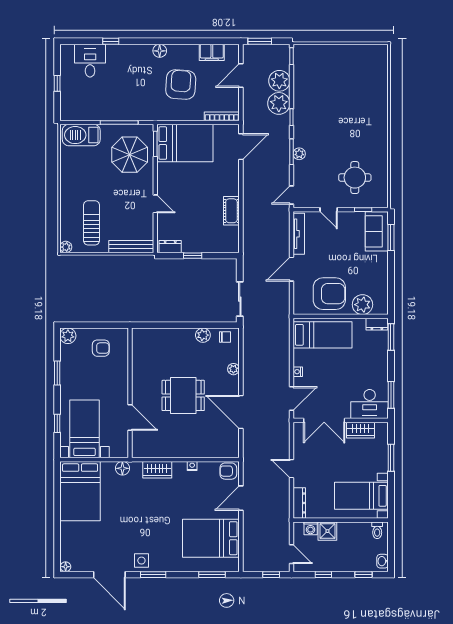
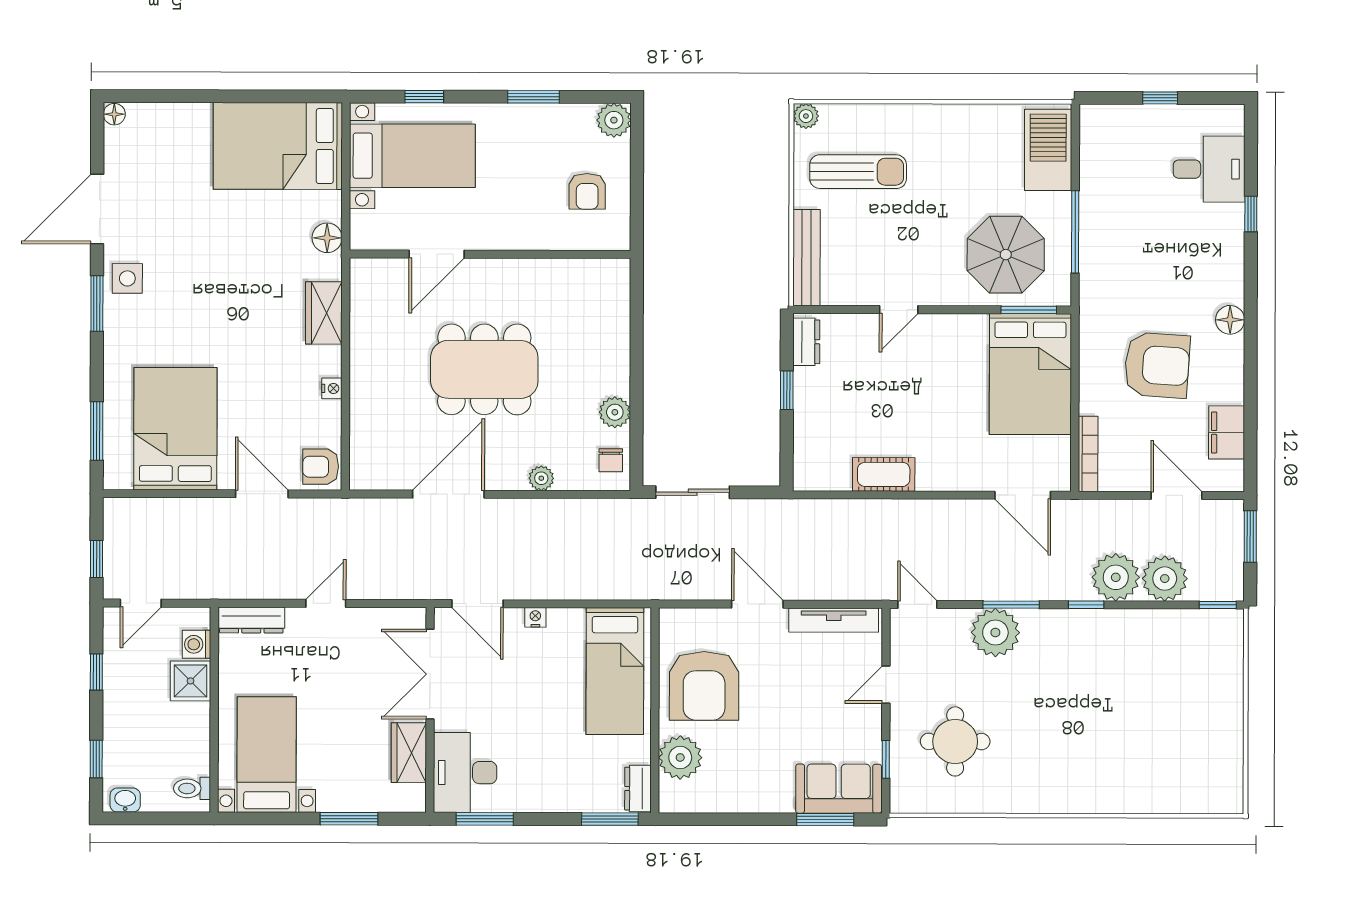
plant: (299, 154) -> (995, 633), width x1.87, depth x1.87
dining table: (183, 395) -> (484, 369), width x1.38
armchair: (228, 471) -> (321, 467), turned -90

